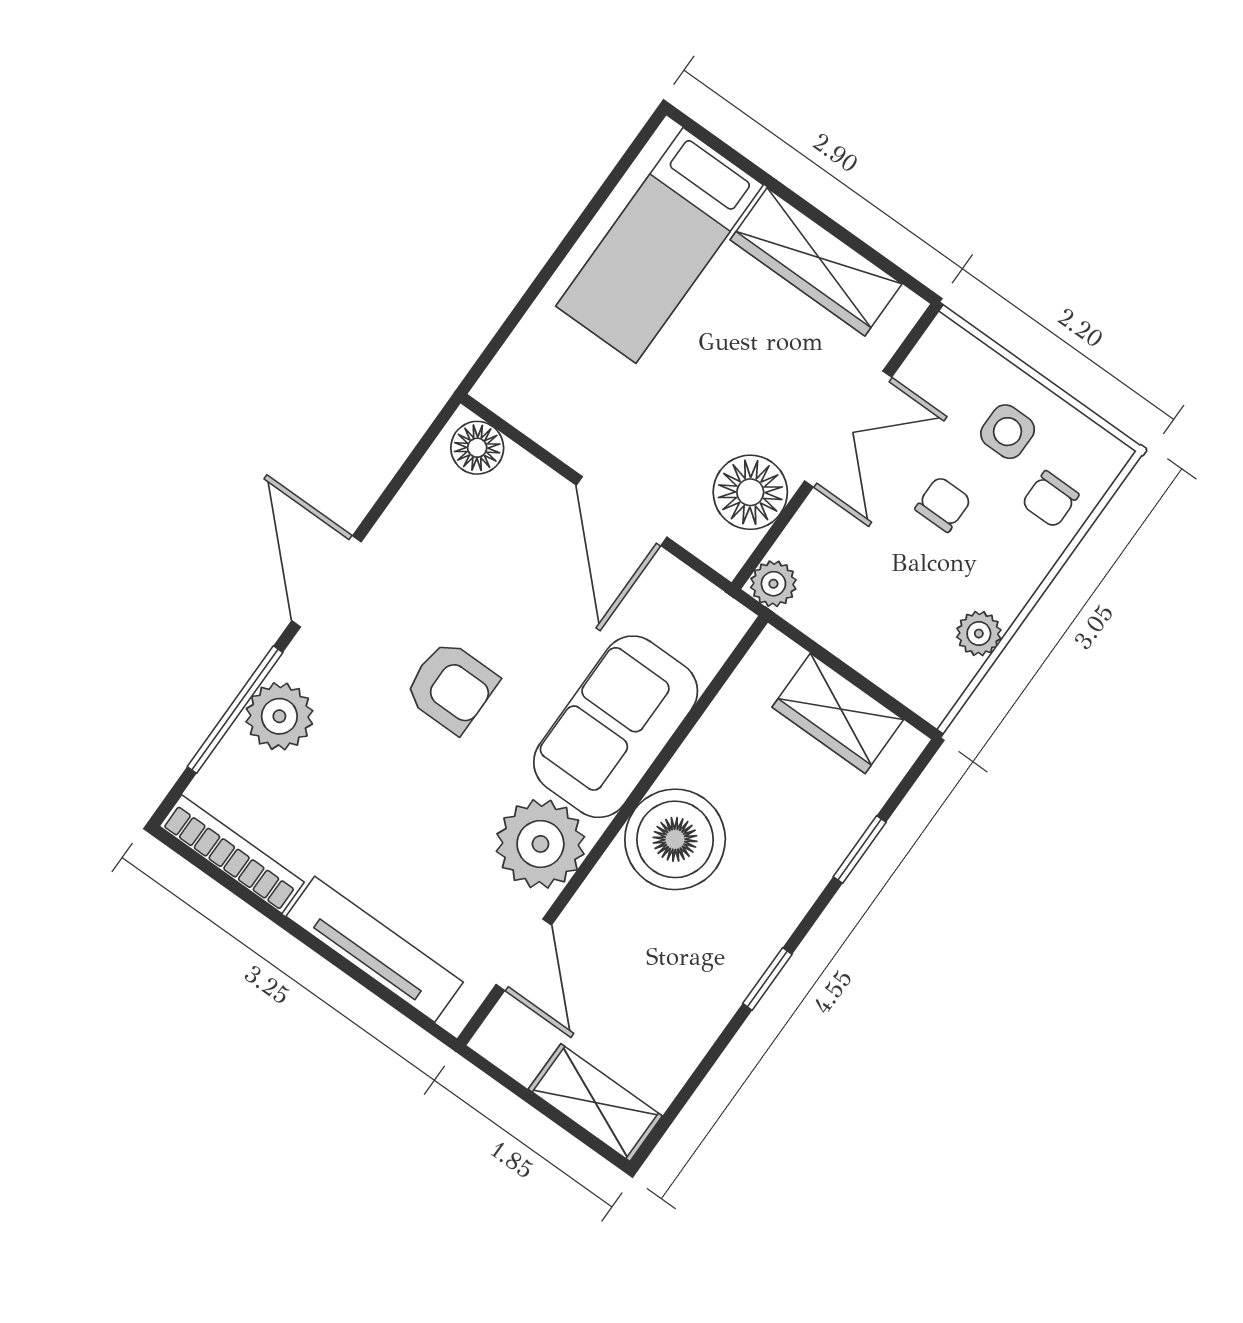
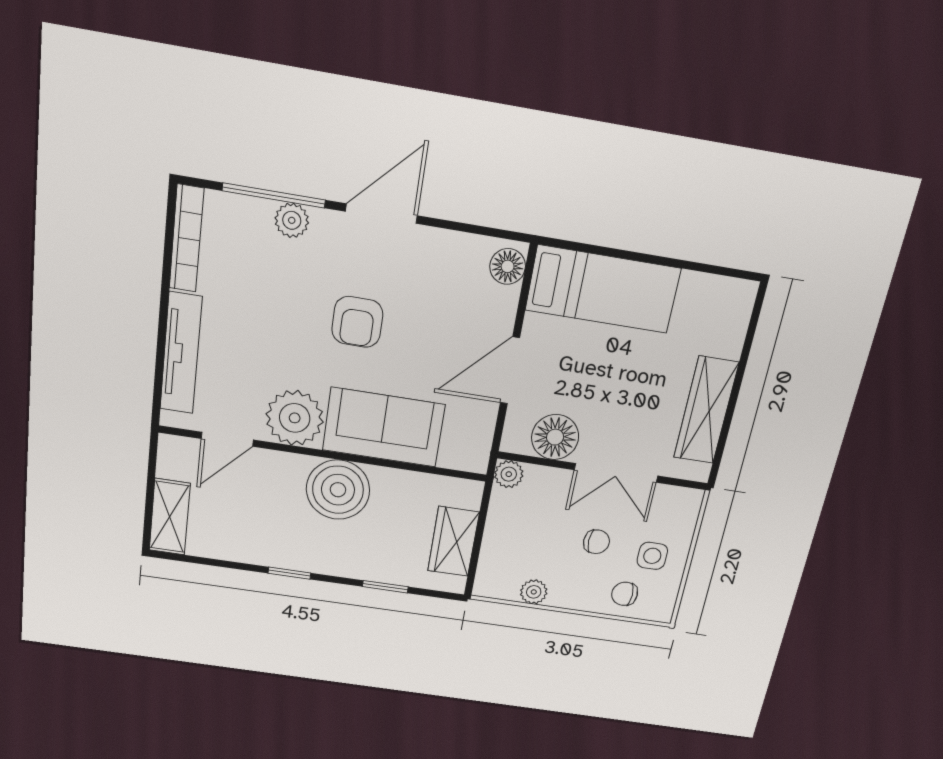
bed: (659, 245) -> (603, 289), moved, turned 180
plant: (279, 716) -> (292, 220), width x0.73, depth x0.73

